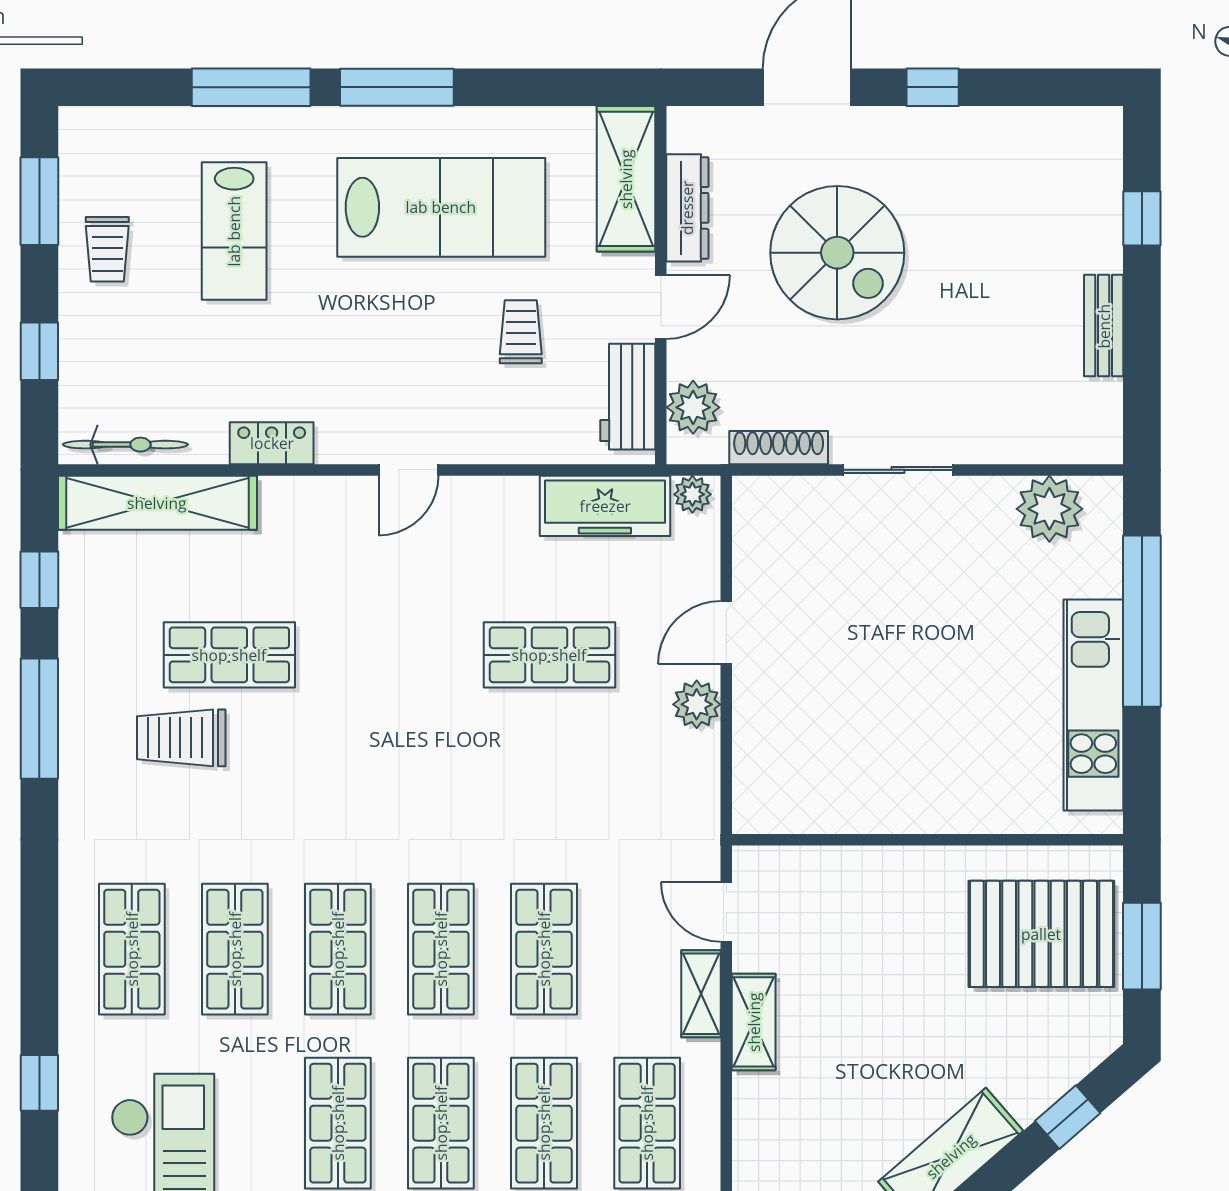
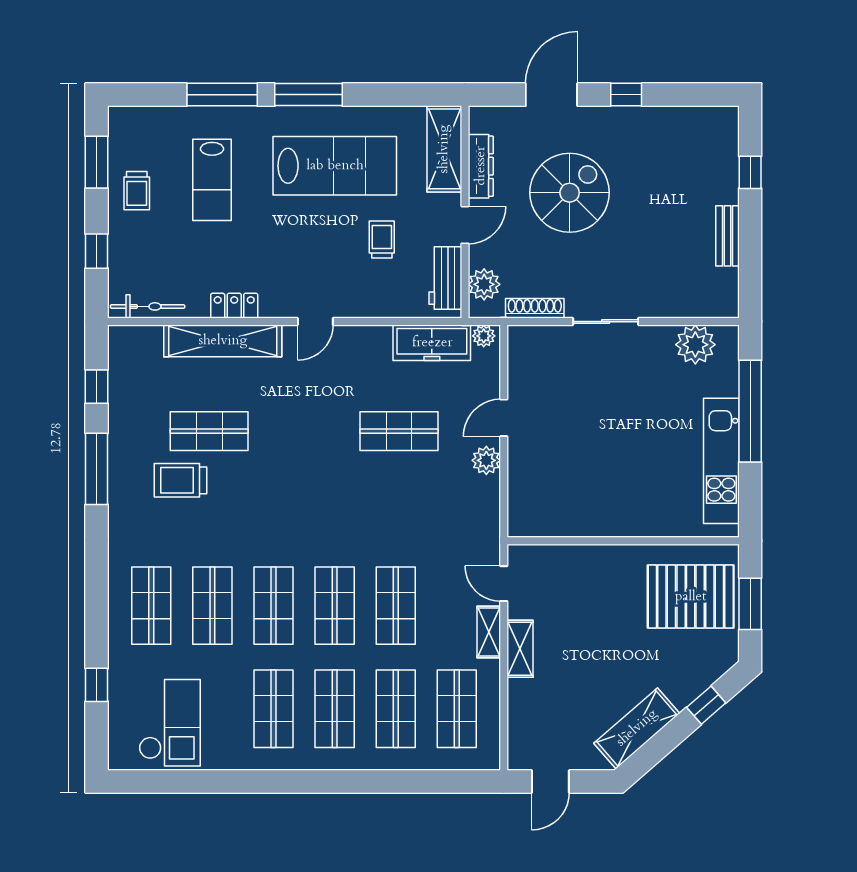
spiral stairs: (837, 253) -> (570, 193), turned -90
shelving: (157, 503) -> (223, 341), moved

